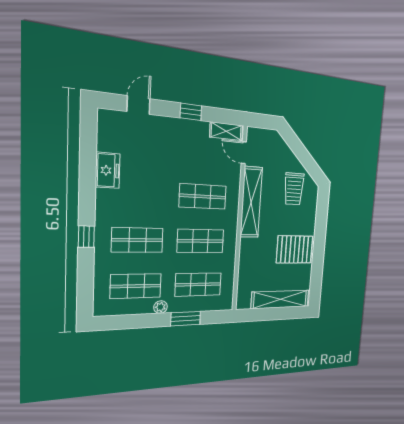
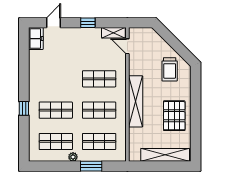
freezer: (108, 170) -> (36, 39), moved
shelving: (251, 202) -> (136, 101), moved
pallet: (295, 249) -> (174, 116), turned 90

